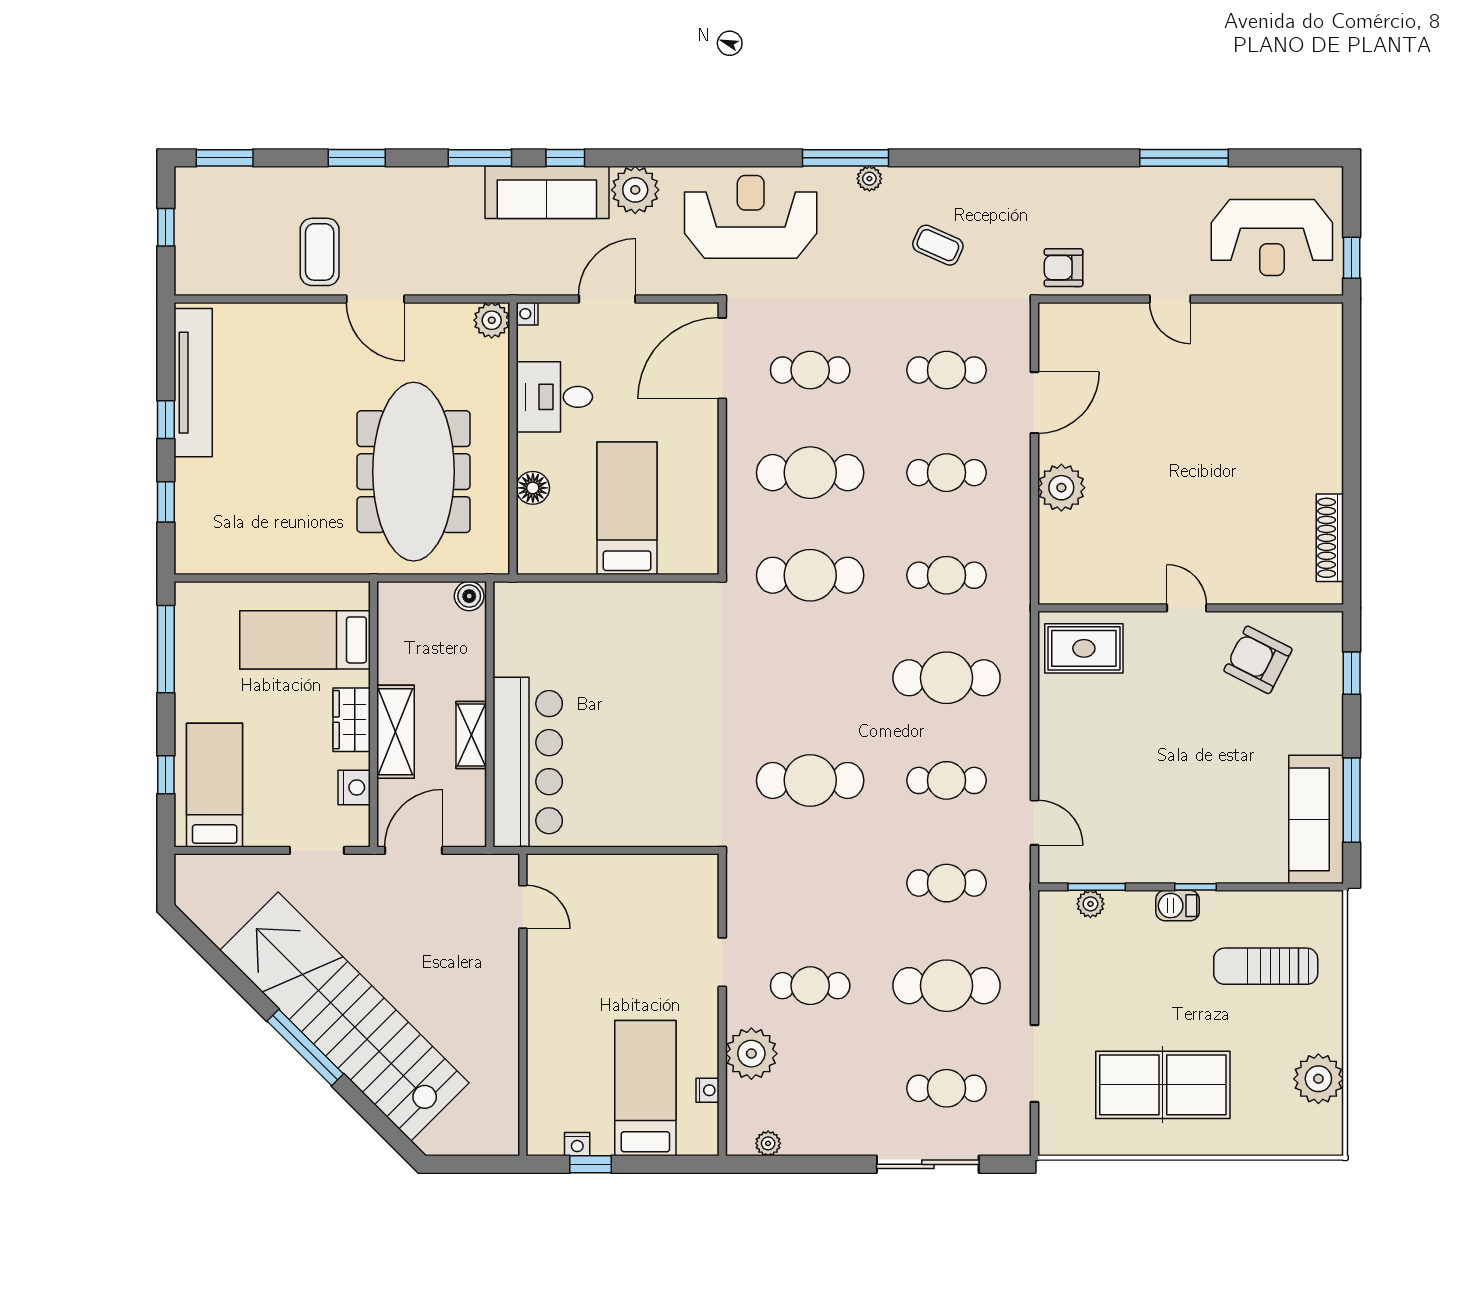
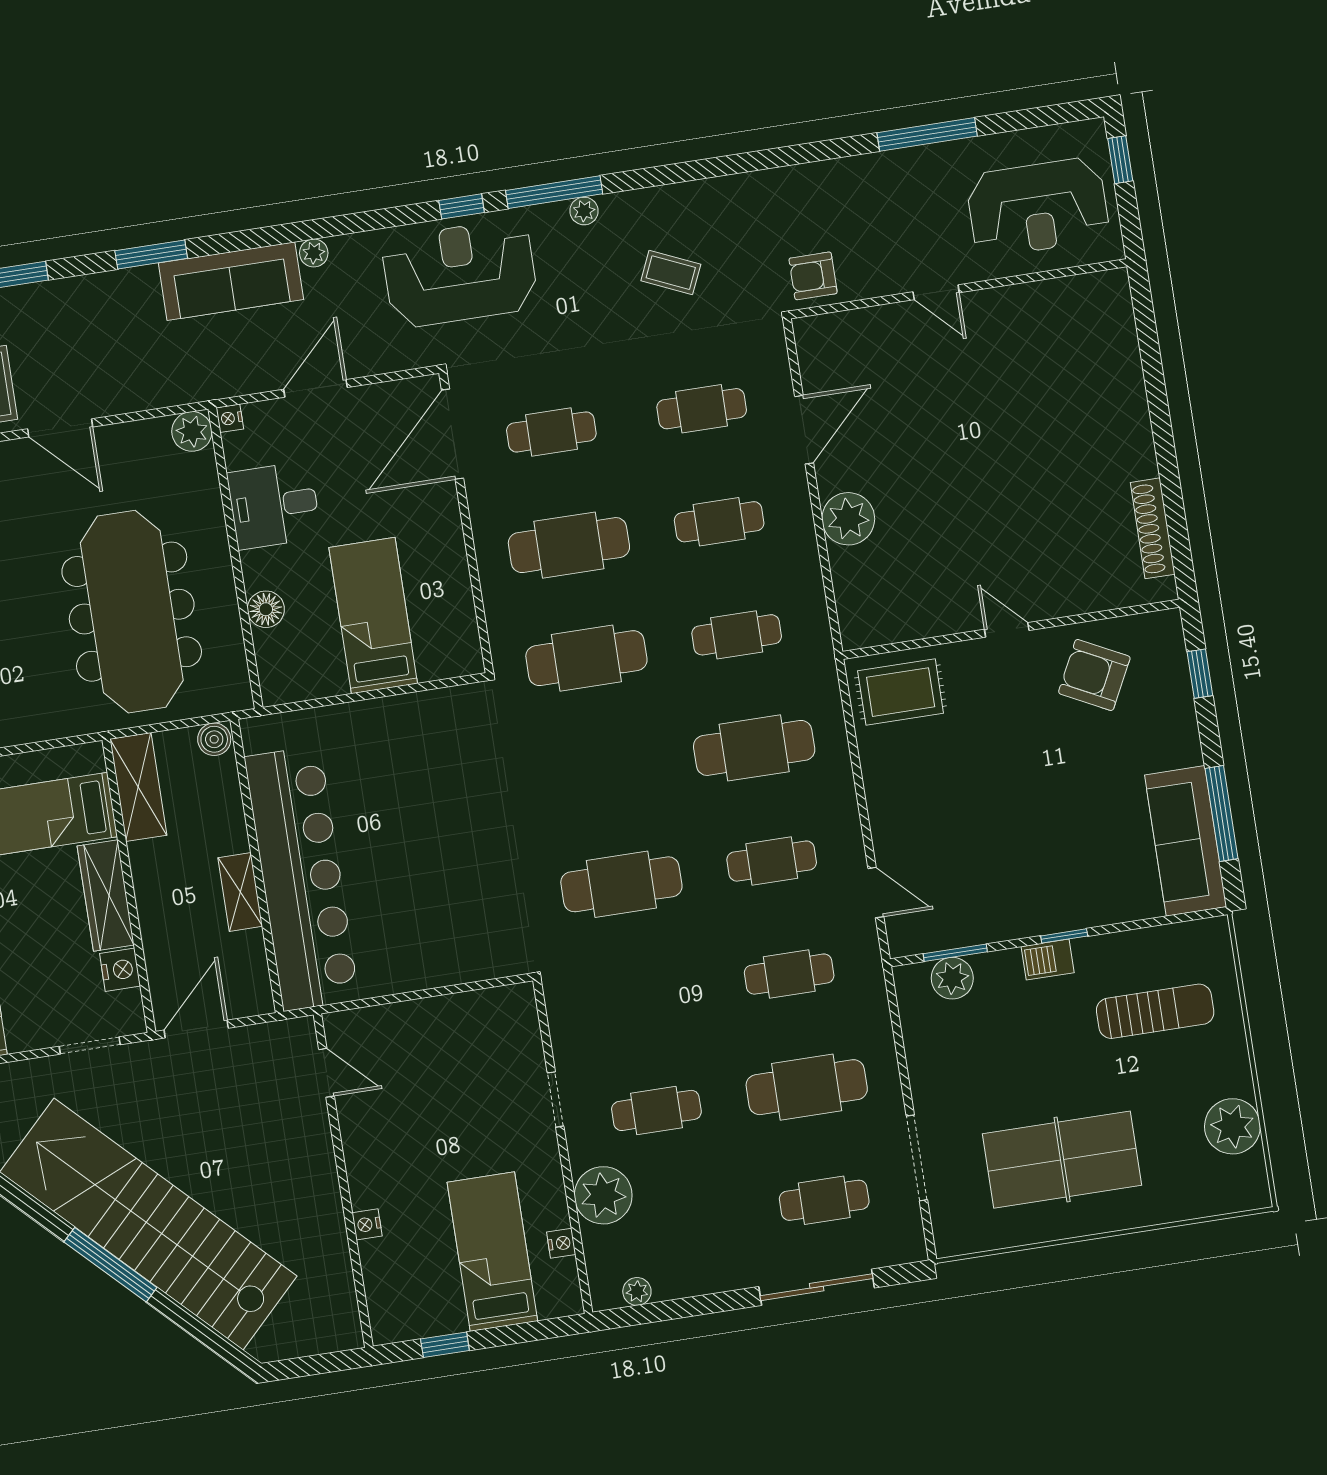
window: (565, 158) -> (462, 206), moved
plant: (635, 190) -> (314, 253), width x0.53, depth x0.53
window: (1352, 258) -> (1120, 160), moved
wardrobe: (352, 720) -> (106, 896), width x1.50
shelving: (395, 732) -> (138, 787), moved
bar counter: (528, 762) -> (302, 878), width x1.36
plant: (1090, 904) -> (952, 978), width x1.38, depth x1.38
sun lounger: (1266, 966) -> (1155, 1011), turned 180
nightstand: (577, 1144) -> (367, 1224), moved, turned 90

